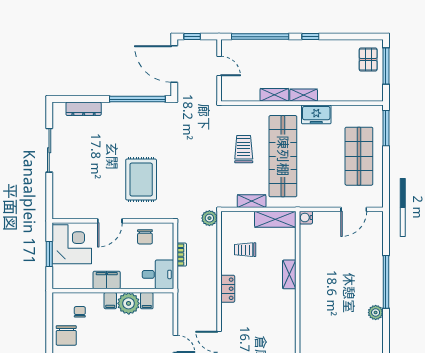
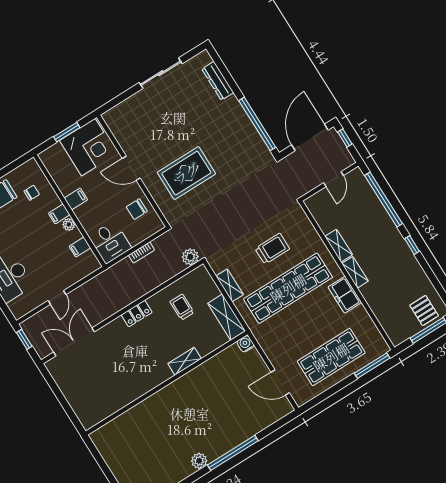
pallet: (368, 59) -> (424, 310), turned 90
filing cabinet: (107, 280) -> (76, 199), width x0.50
plant: (129, 303) -> (69, 224), width x0.53, depth x0.53

